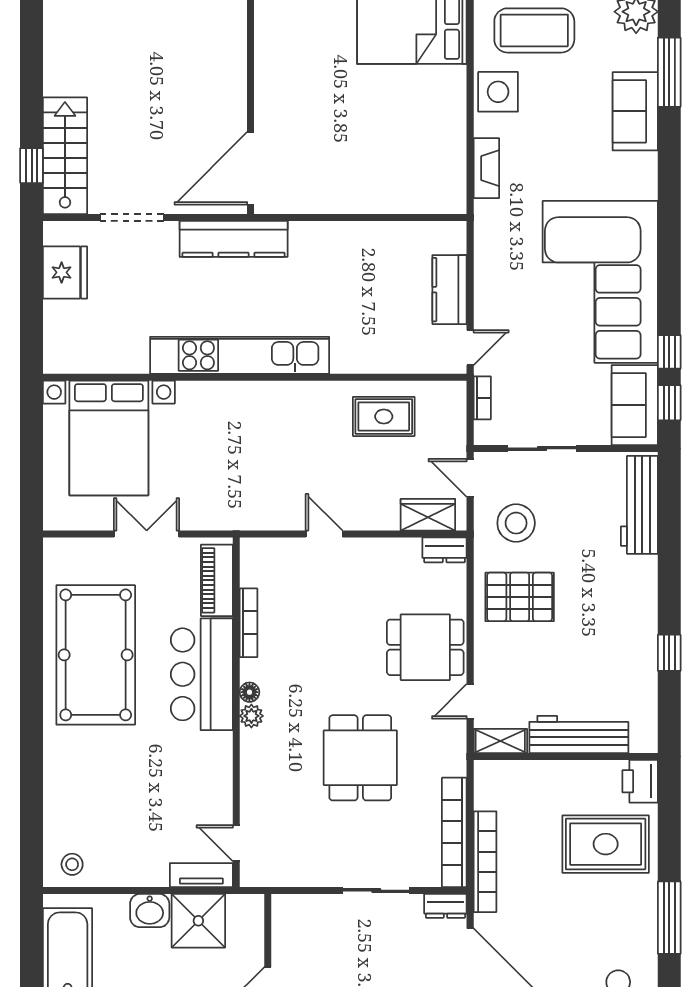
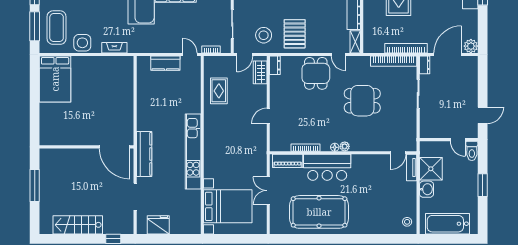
stairs: (65, 156) -> (78, 225), moved

